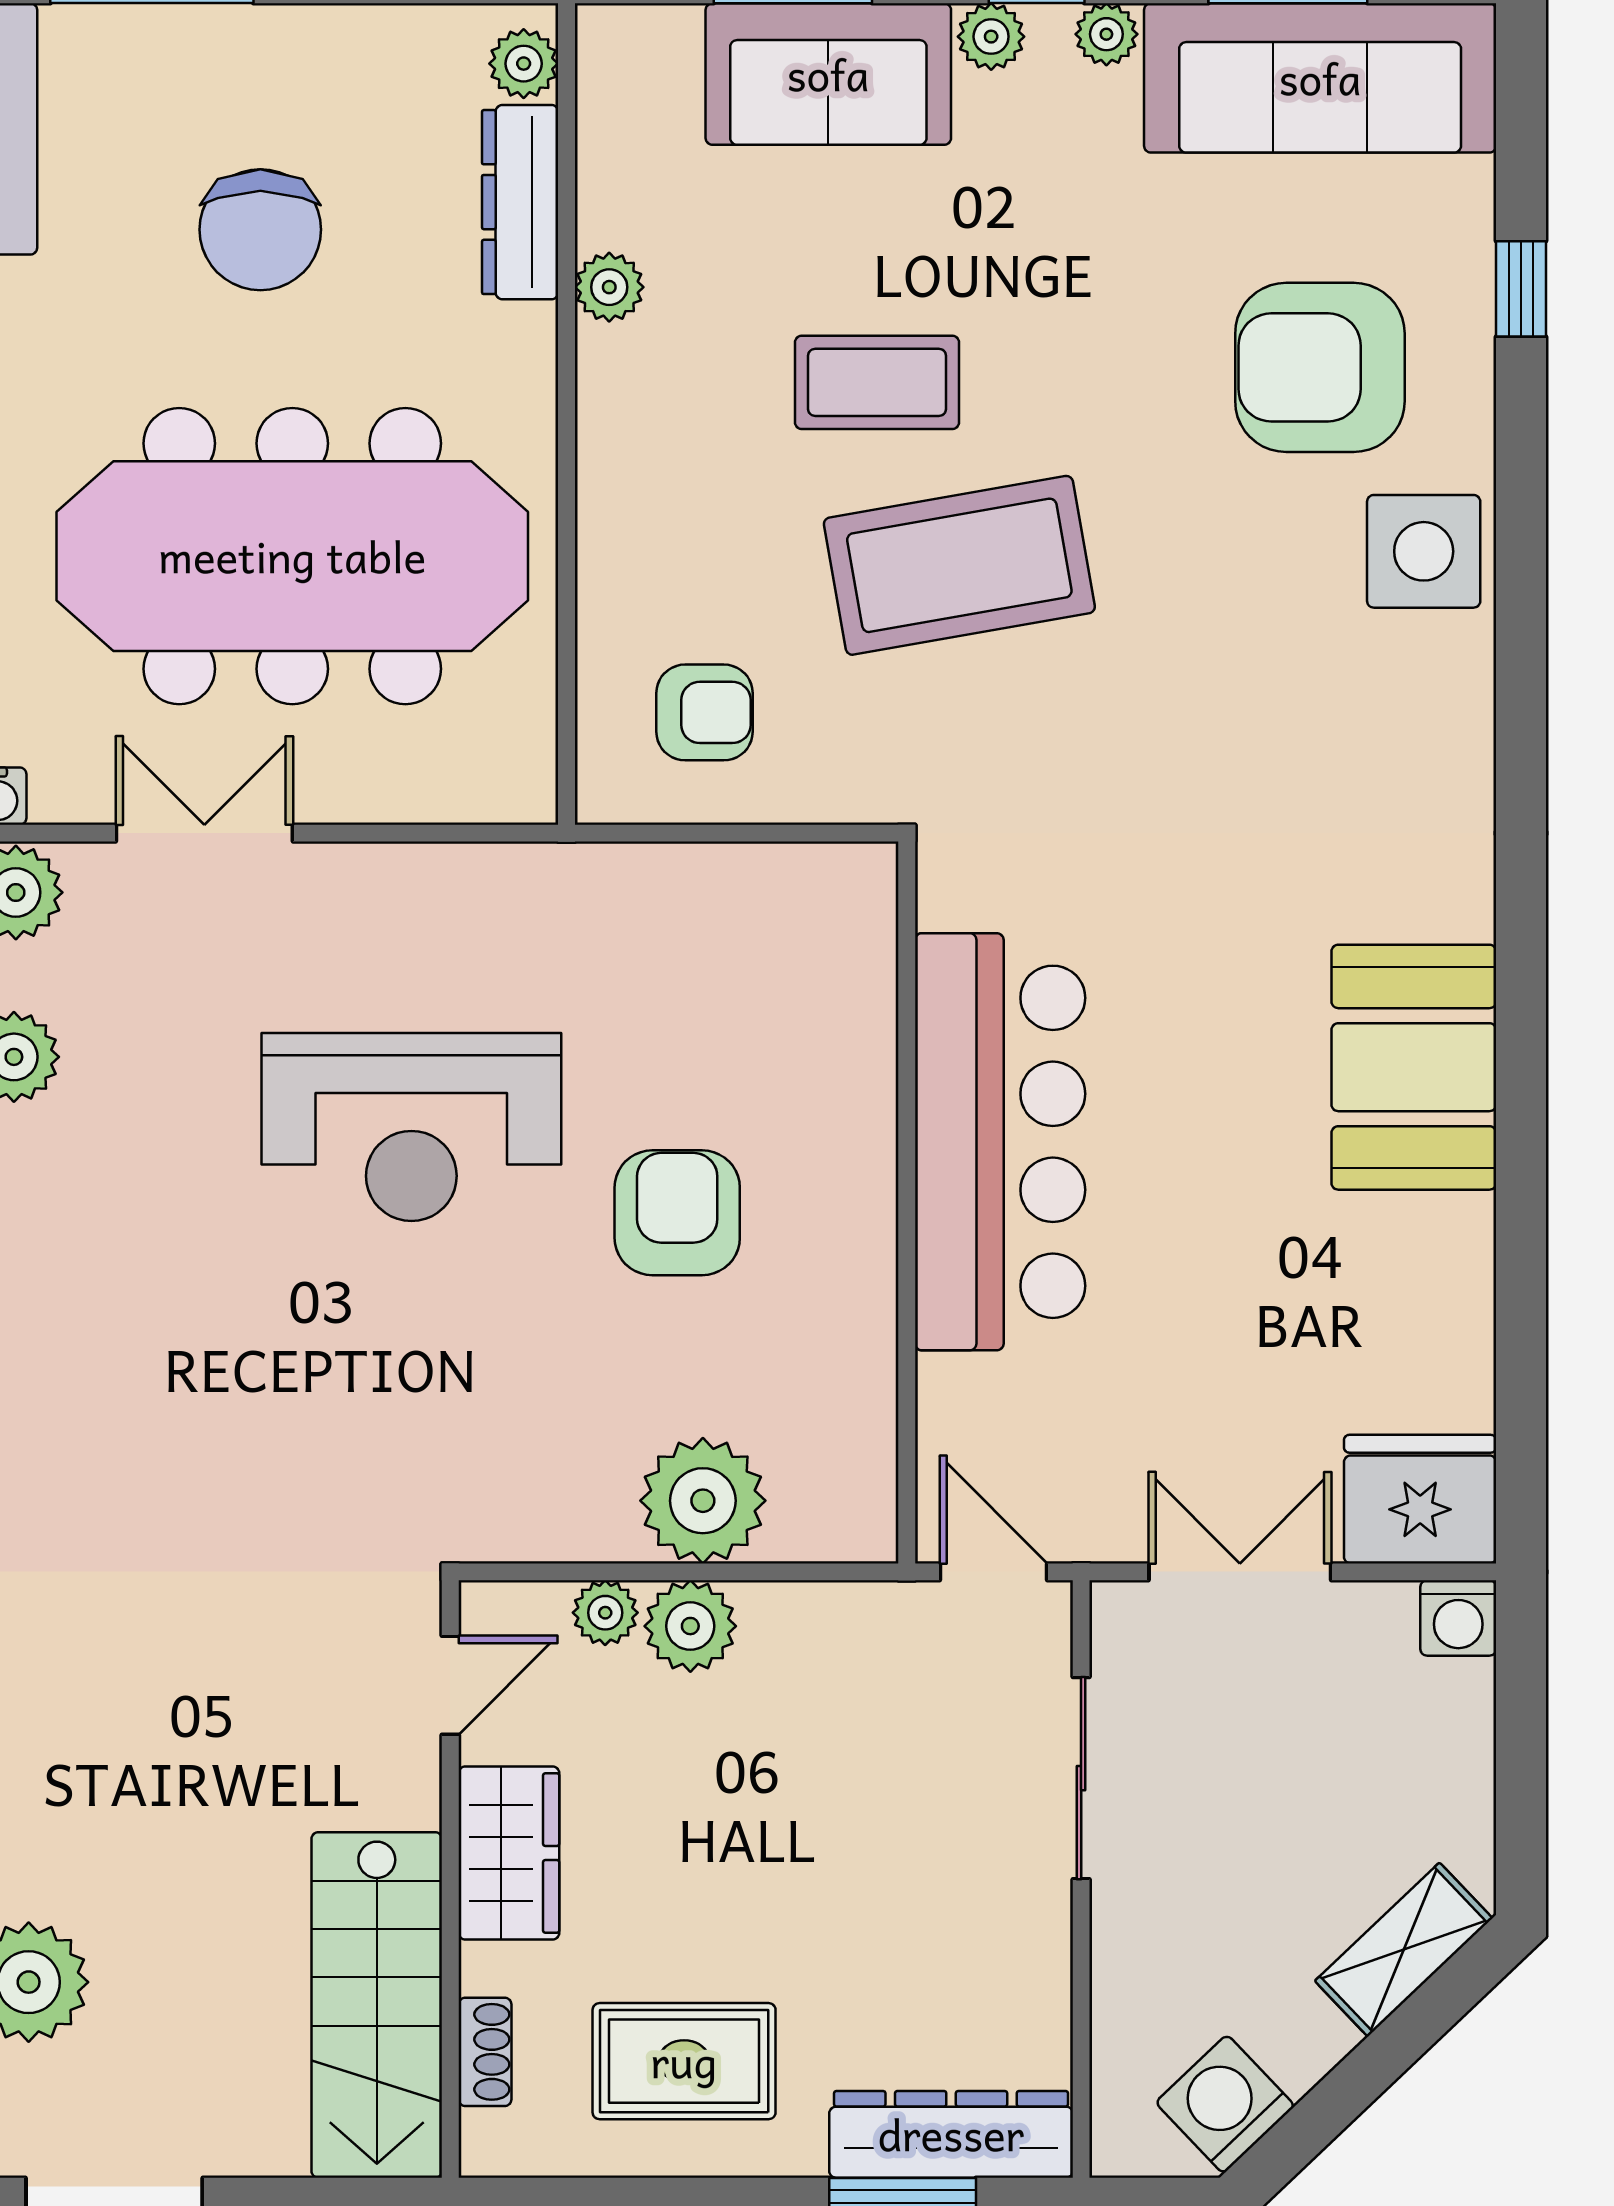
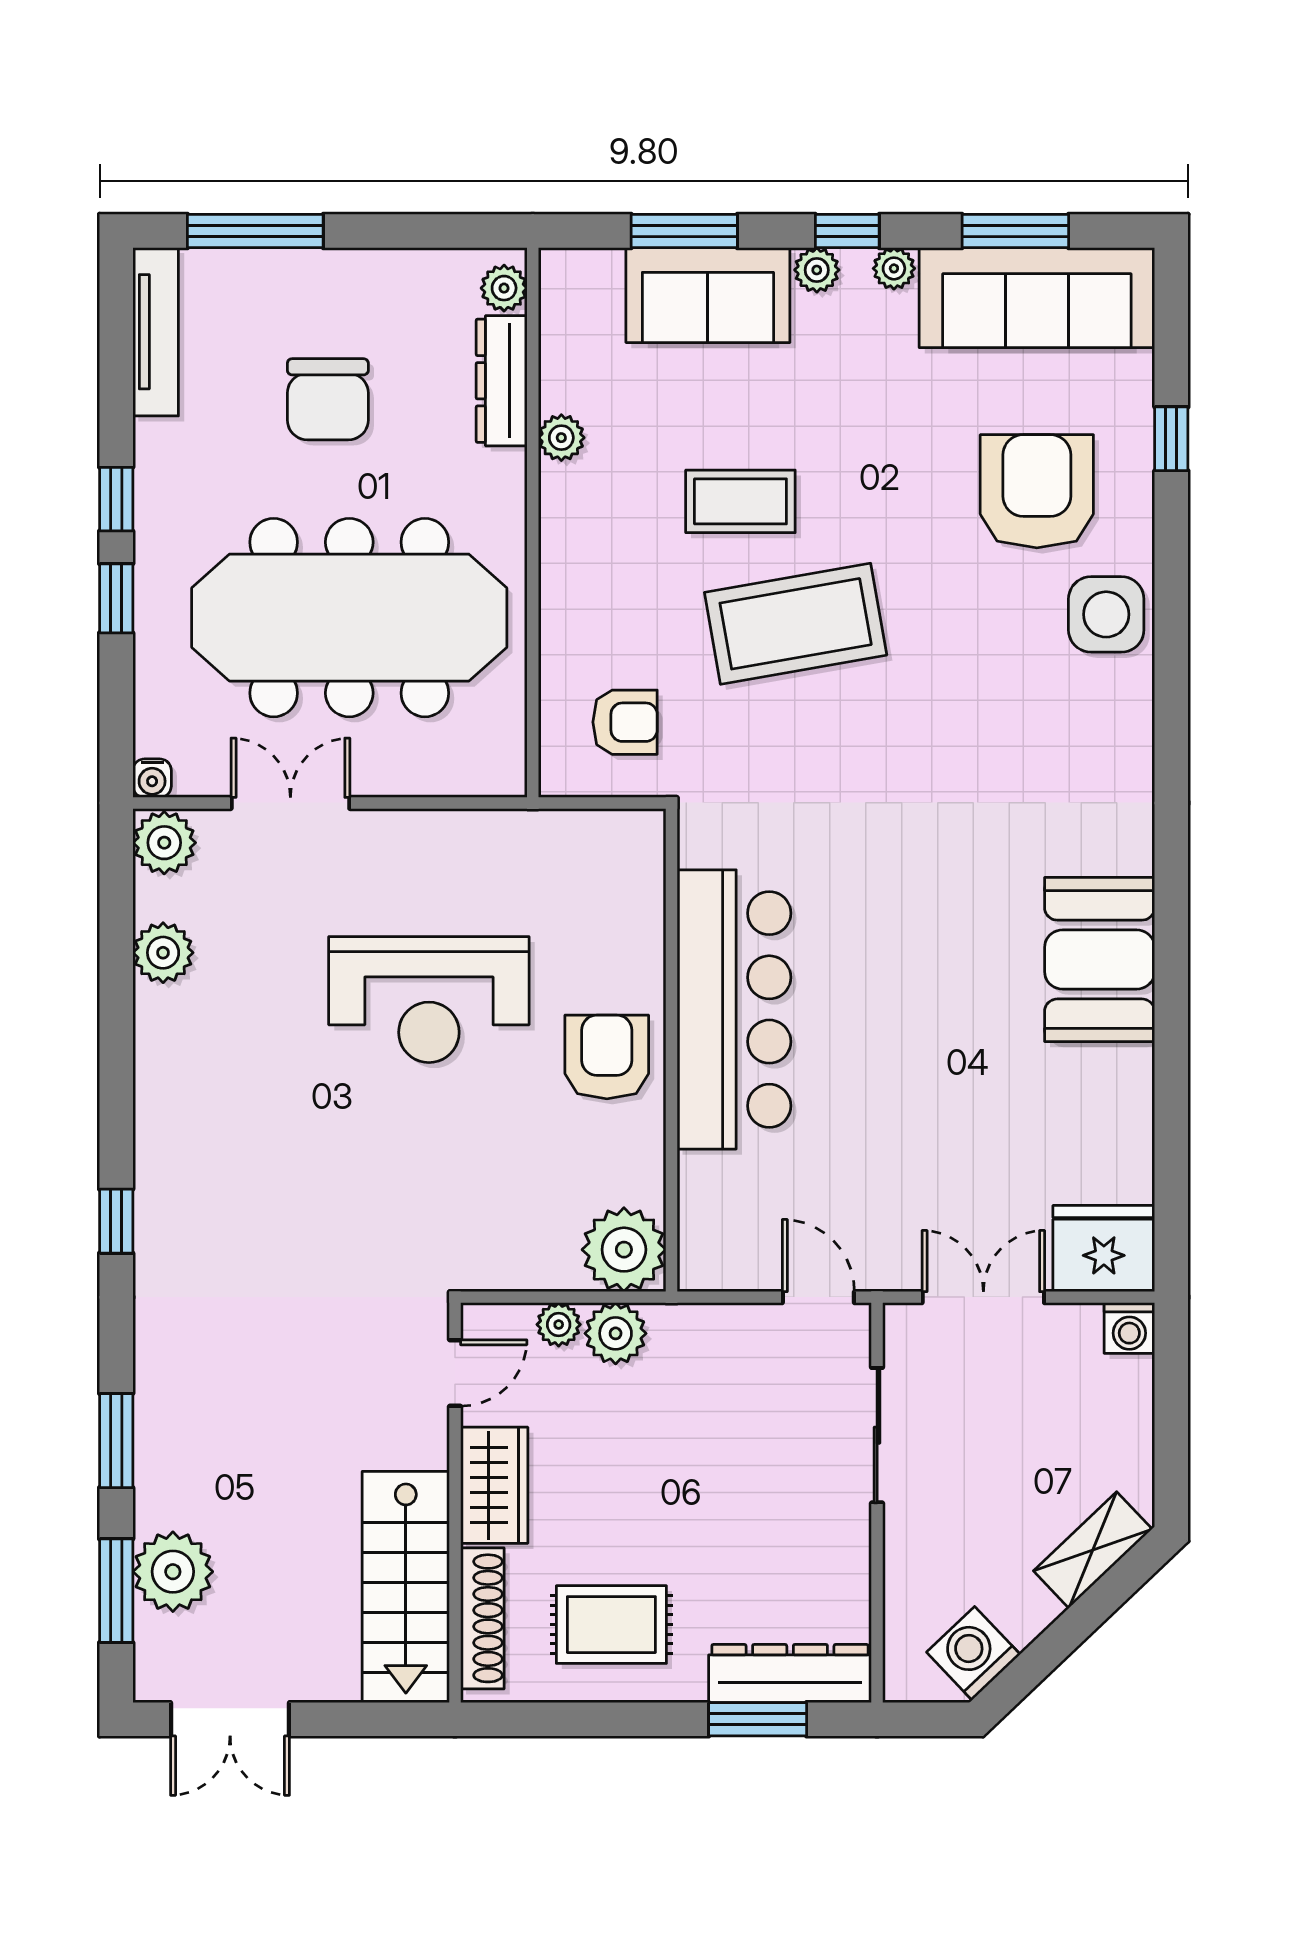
armchair: (1320, 367) -> (1037, 491), turned 90
bar counter: (1000, 1142) -> (734, 1009), moved
wall: (907, 1202) -> (672, 1050), moved
shoe rack: (485, 2052) -> (482, 1618), width x1.94, depth x1.24

